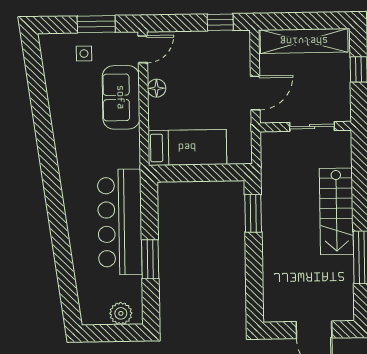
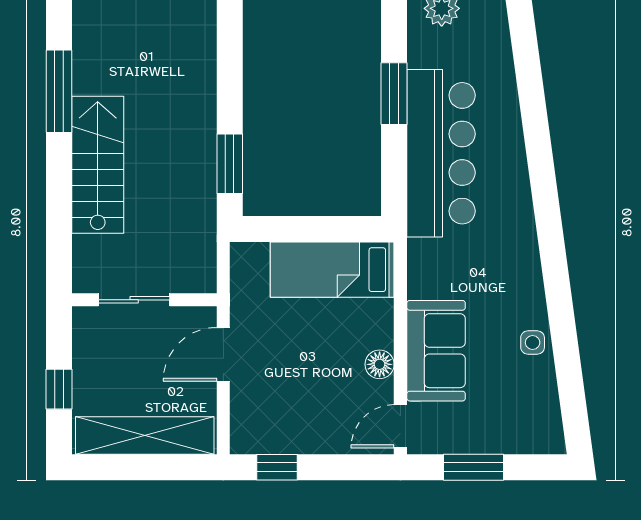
side table: (84, 54) -> (533, 342), moved

